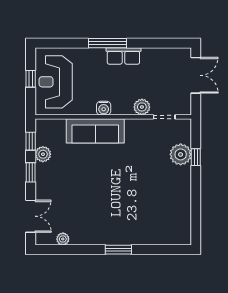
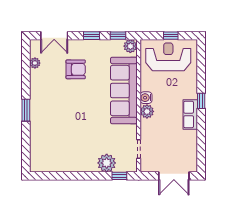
window: (107, 43) -> (201, 101), width x0.46
plant: (142, 107) -> (147, 111), moved
sofa: (95, 131) -> (124, 91), width x1.36, depth x1.27
plant: (43, 154) -> (130, 46), moved
window: (196, 157) -> (119, 176), moved
armchair: (70, 191) -> (76, 69), added

